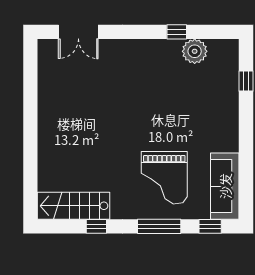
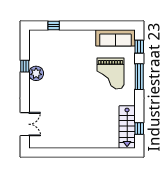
plant: (195, 51) -> (36, 73), moved
grand piano: (164, 178) -> (110, 74), turned 90
window: (96, 226) -> (139, 129), moved

